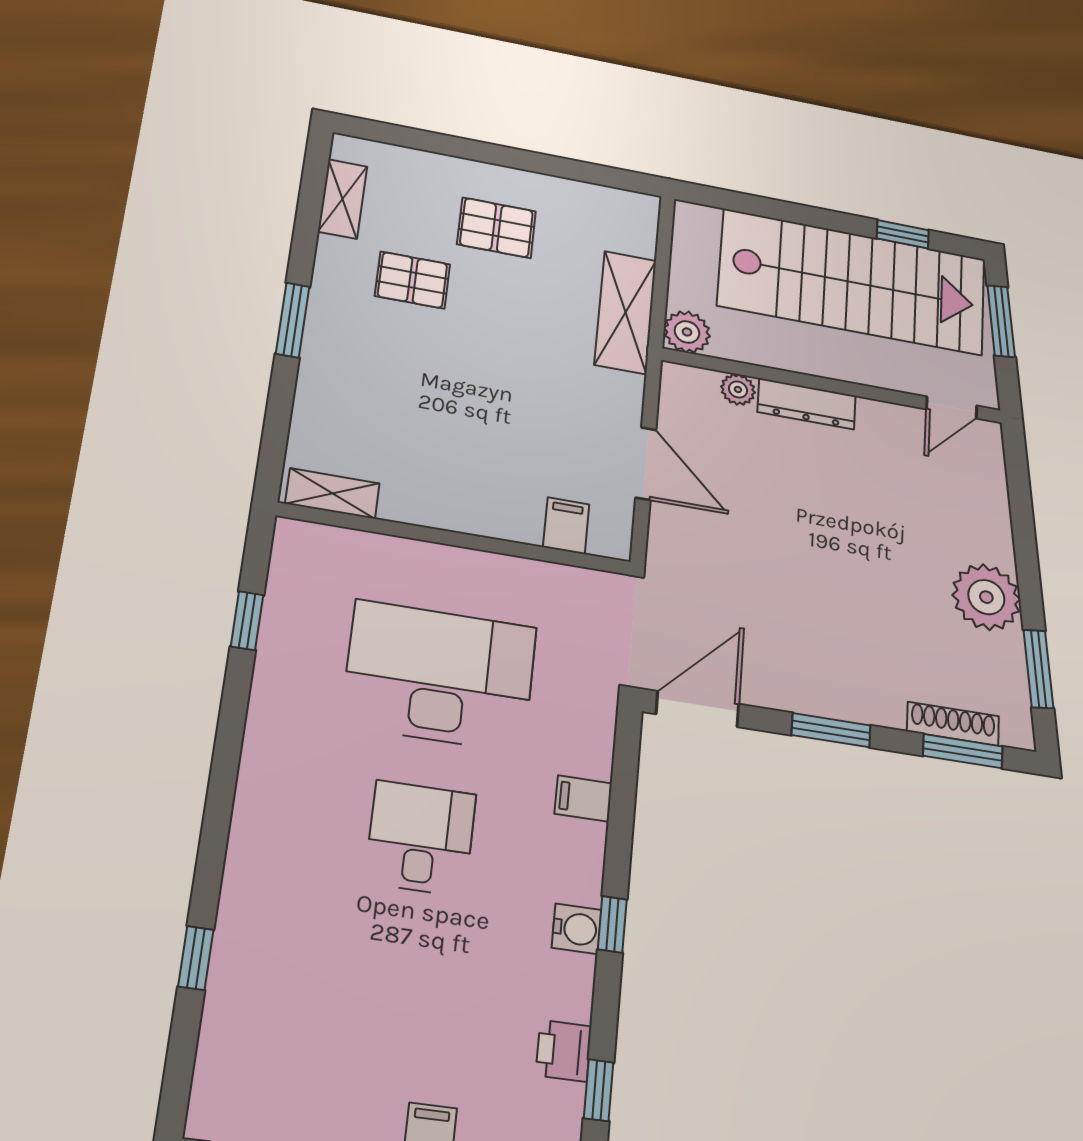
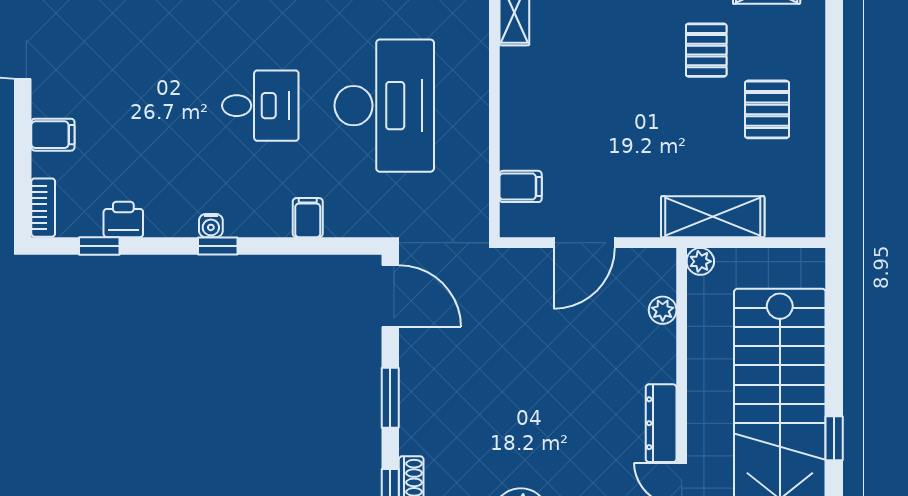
plant: (687, 332) -> (700, 261), width x0.73, depth x0.73
dresser: (807, 404) -> (661, 423), moved
water cooler: (577, 929) -> (211, 226), width x0.72, depth x0.72

